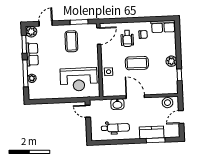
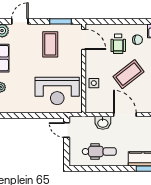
door: (99, 36) -> (84, 39), hinge flipped
coffee table: (137, 63) -> (129, 74), turned -38

